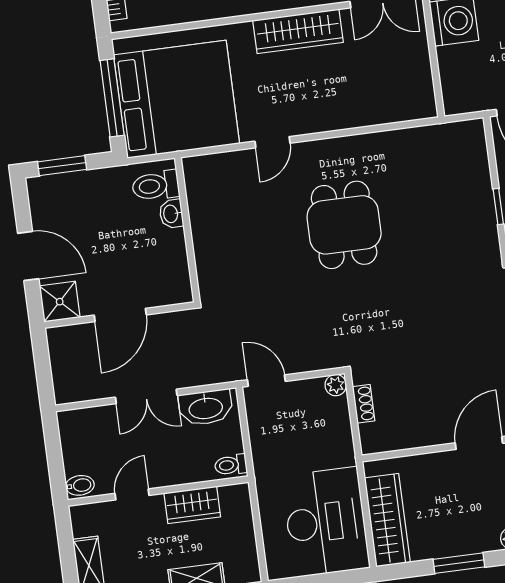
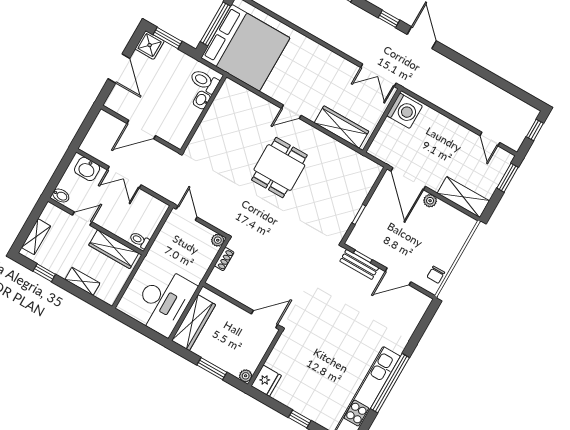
wardrobe: (298, 31) -> (341, 127), moved, turned 180
door: (272, 142) -> (291, 112), moved
shower: (60, 302) -> (150, 45), moved
washbasin: (206, 408) -> (87, 169), moved, width x0.72
wardrobe: (192, 505) -> (114, 249), width x1.50

